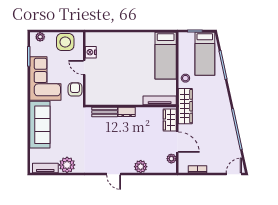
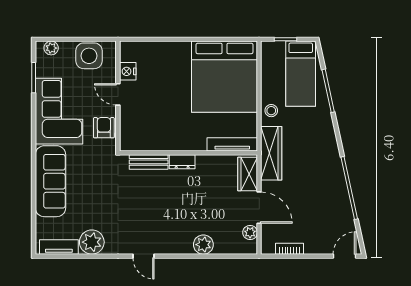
bed: (166, 56) -> (224, 77), width x2.04
door: (114, 174) -> (143, 256), moved

